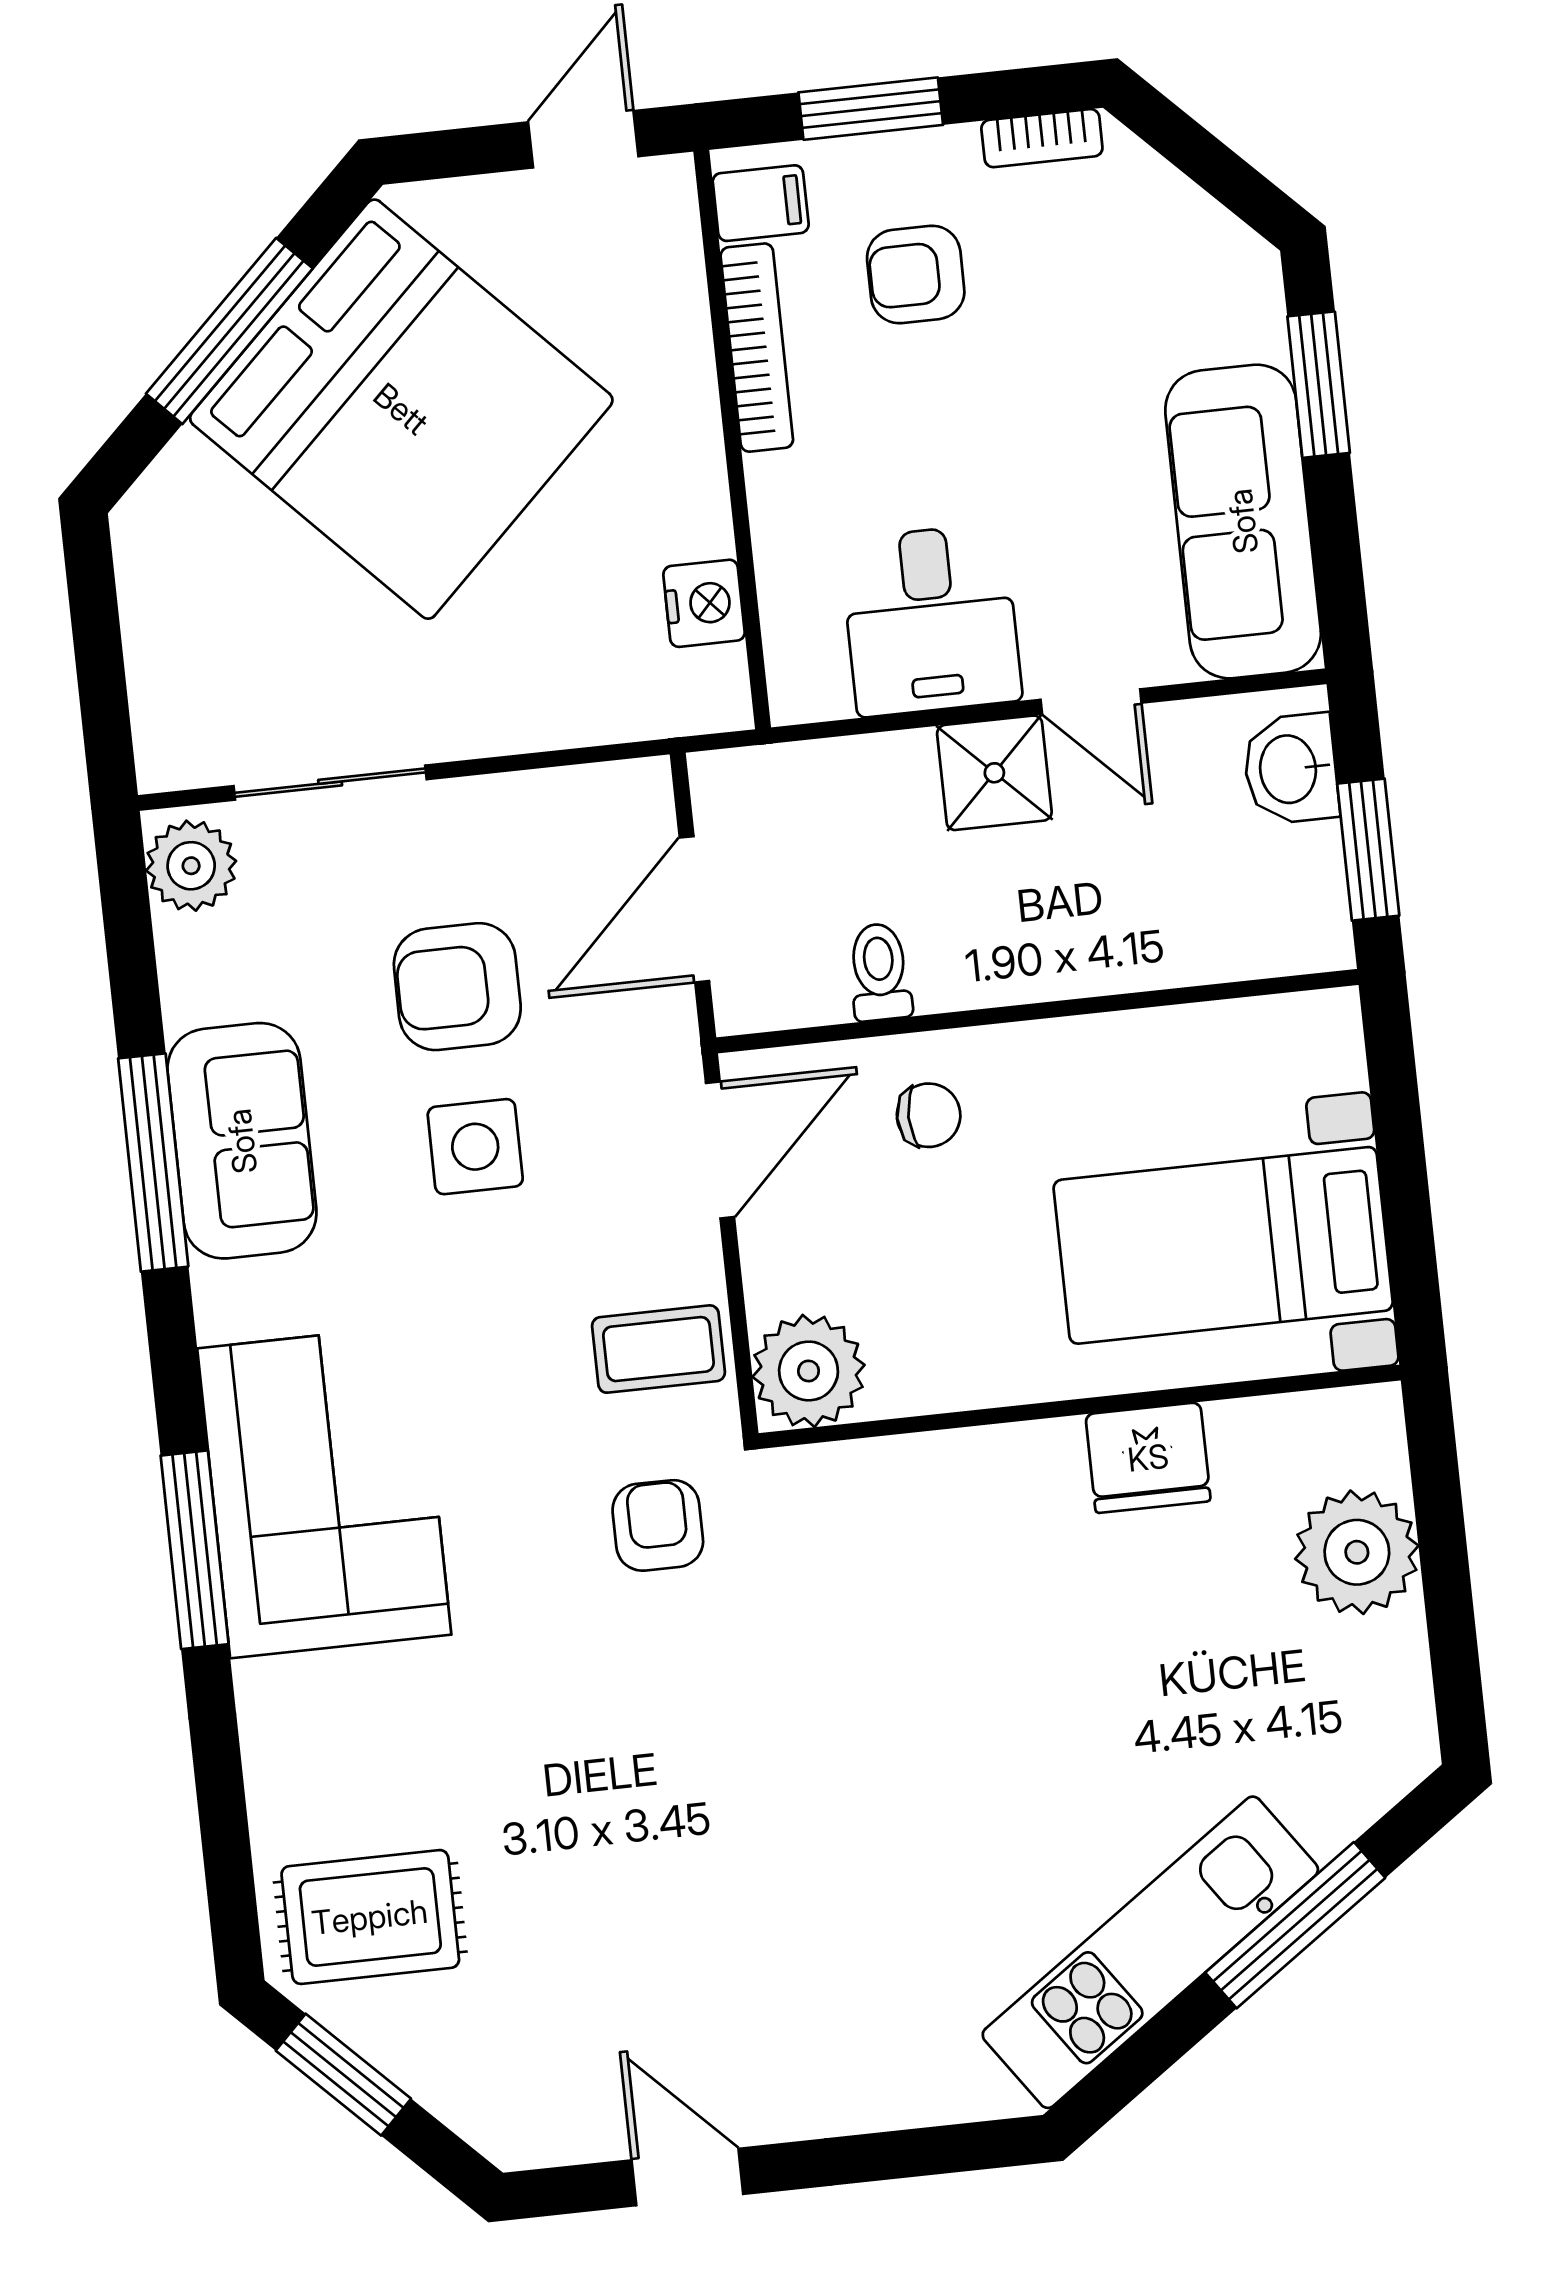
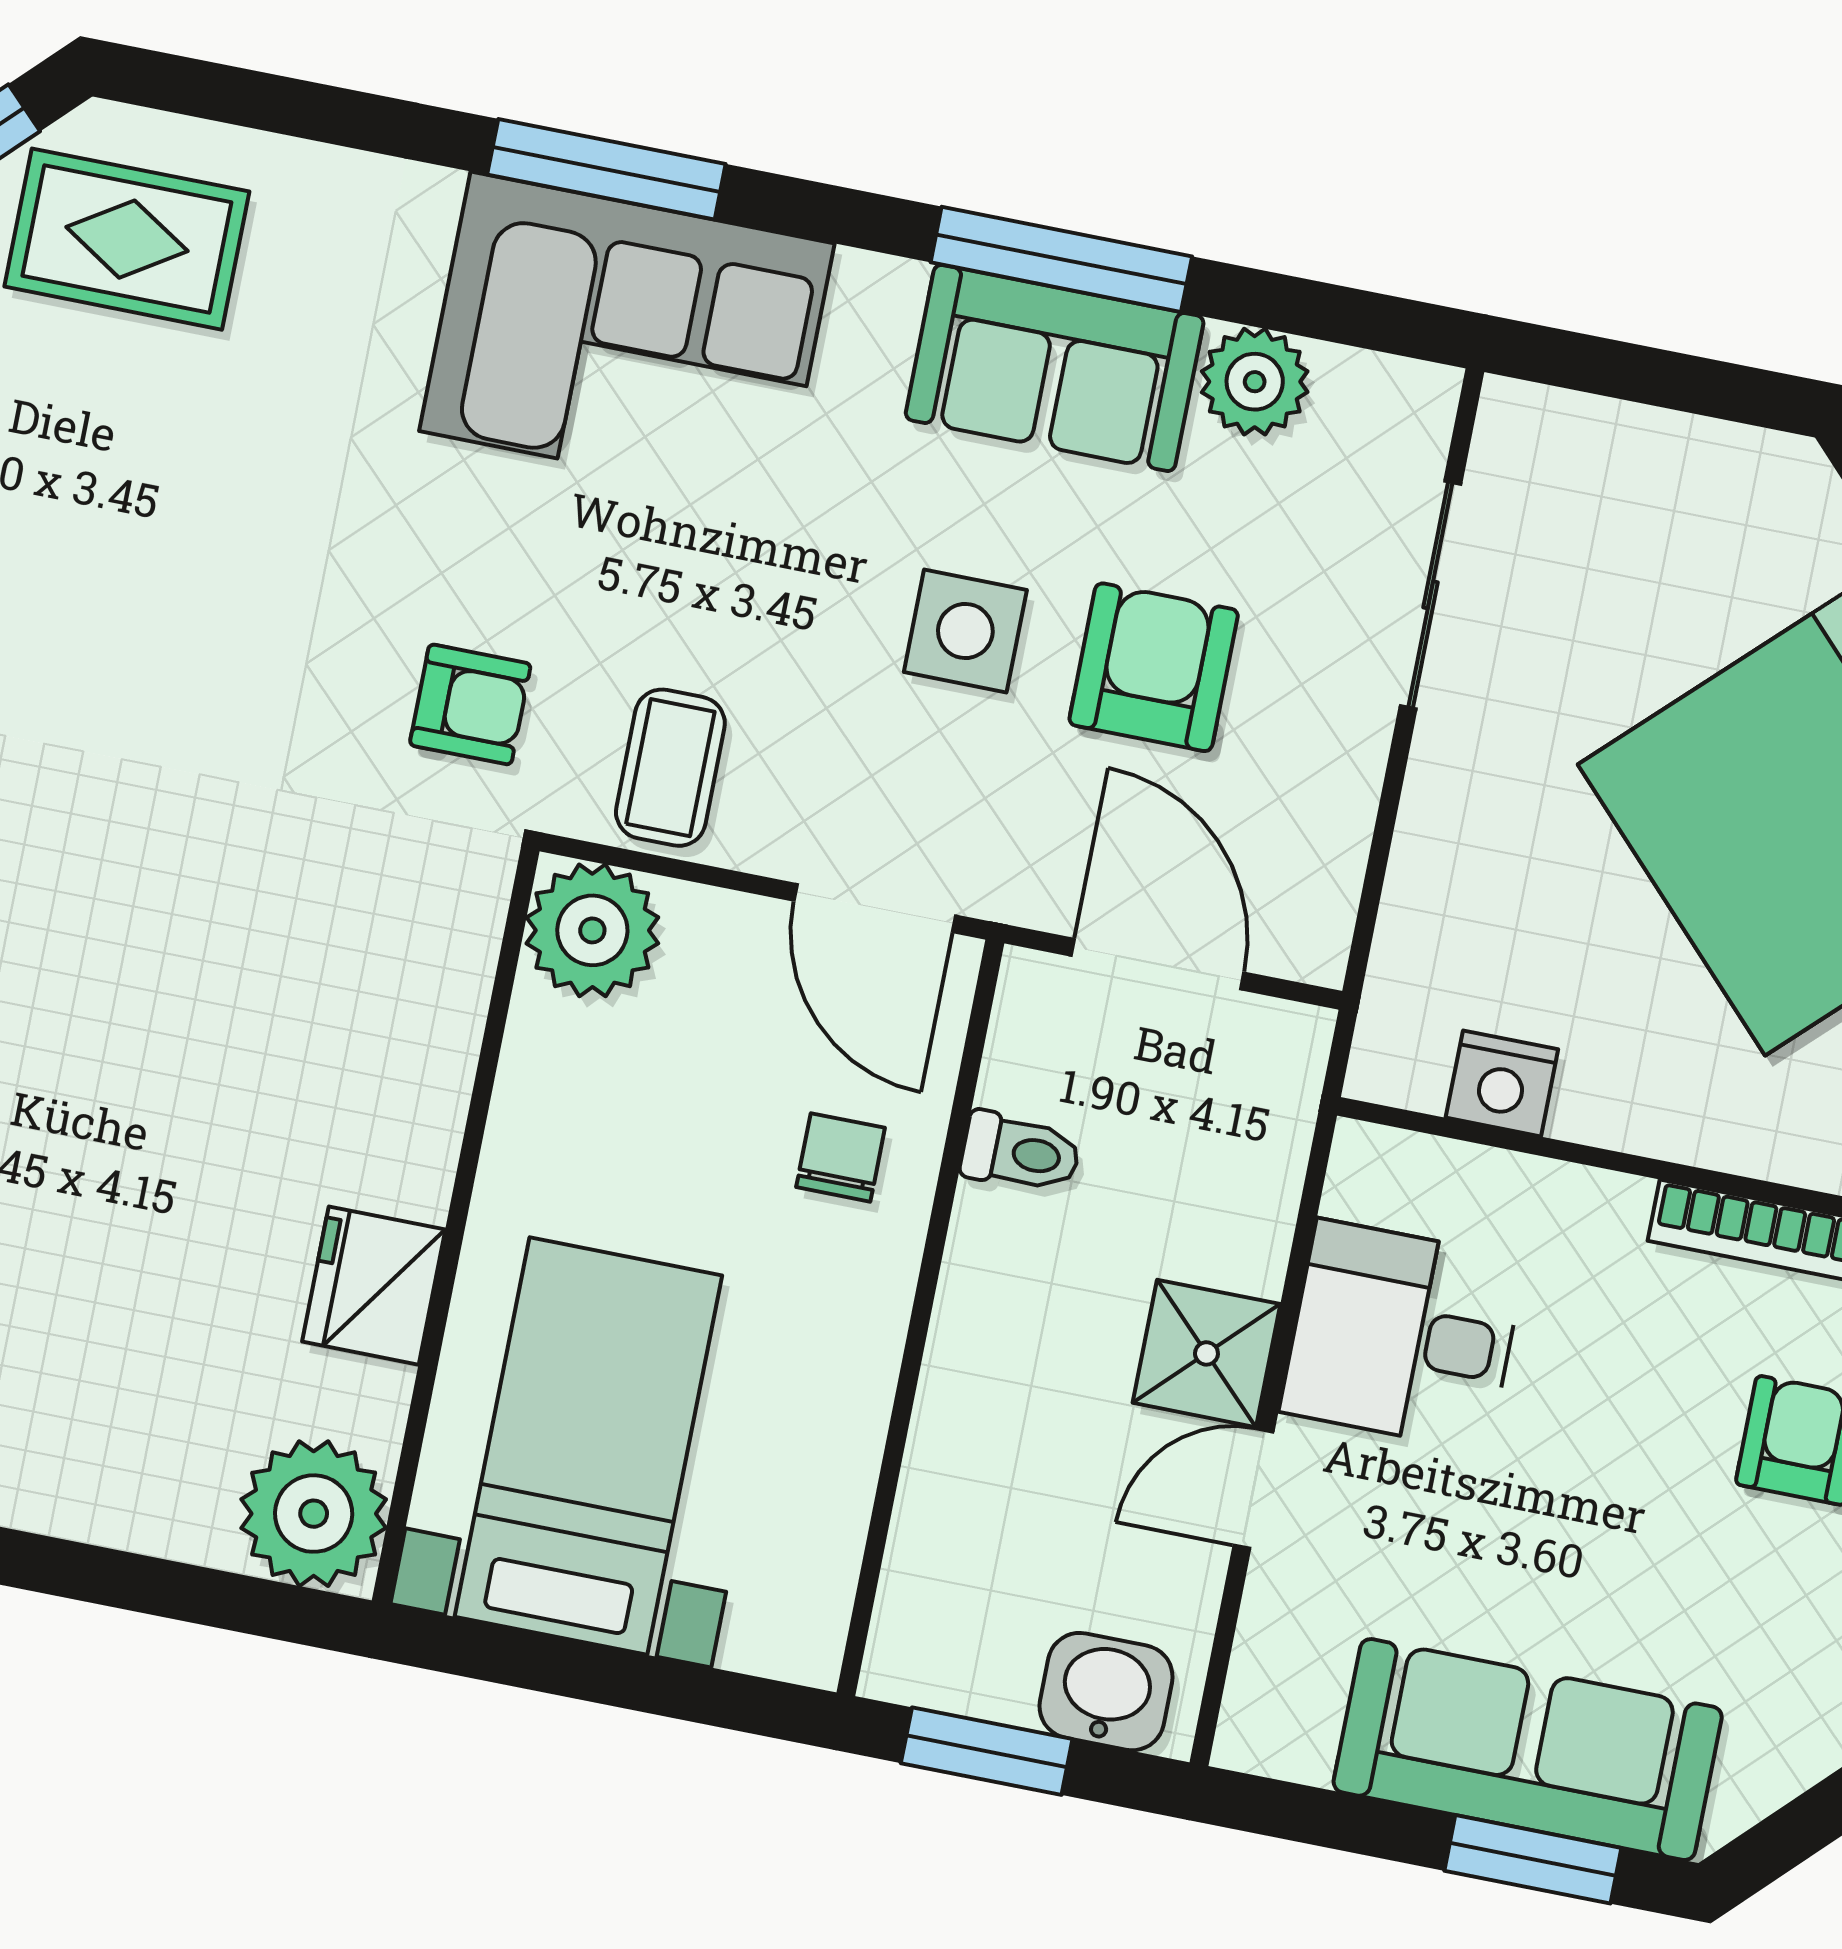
sofa: (1243, 521) -> (1528, 1750), moved
plant: (191, 866) -> (1255, 382), moved
chair: (929, 1115) -> (841, 1157), turned 180
plant: (1357, 1552) -> (314, 1514), moved
rug: (370, 1917) -> (127, 239), turned 90

